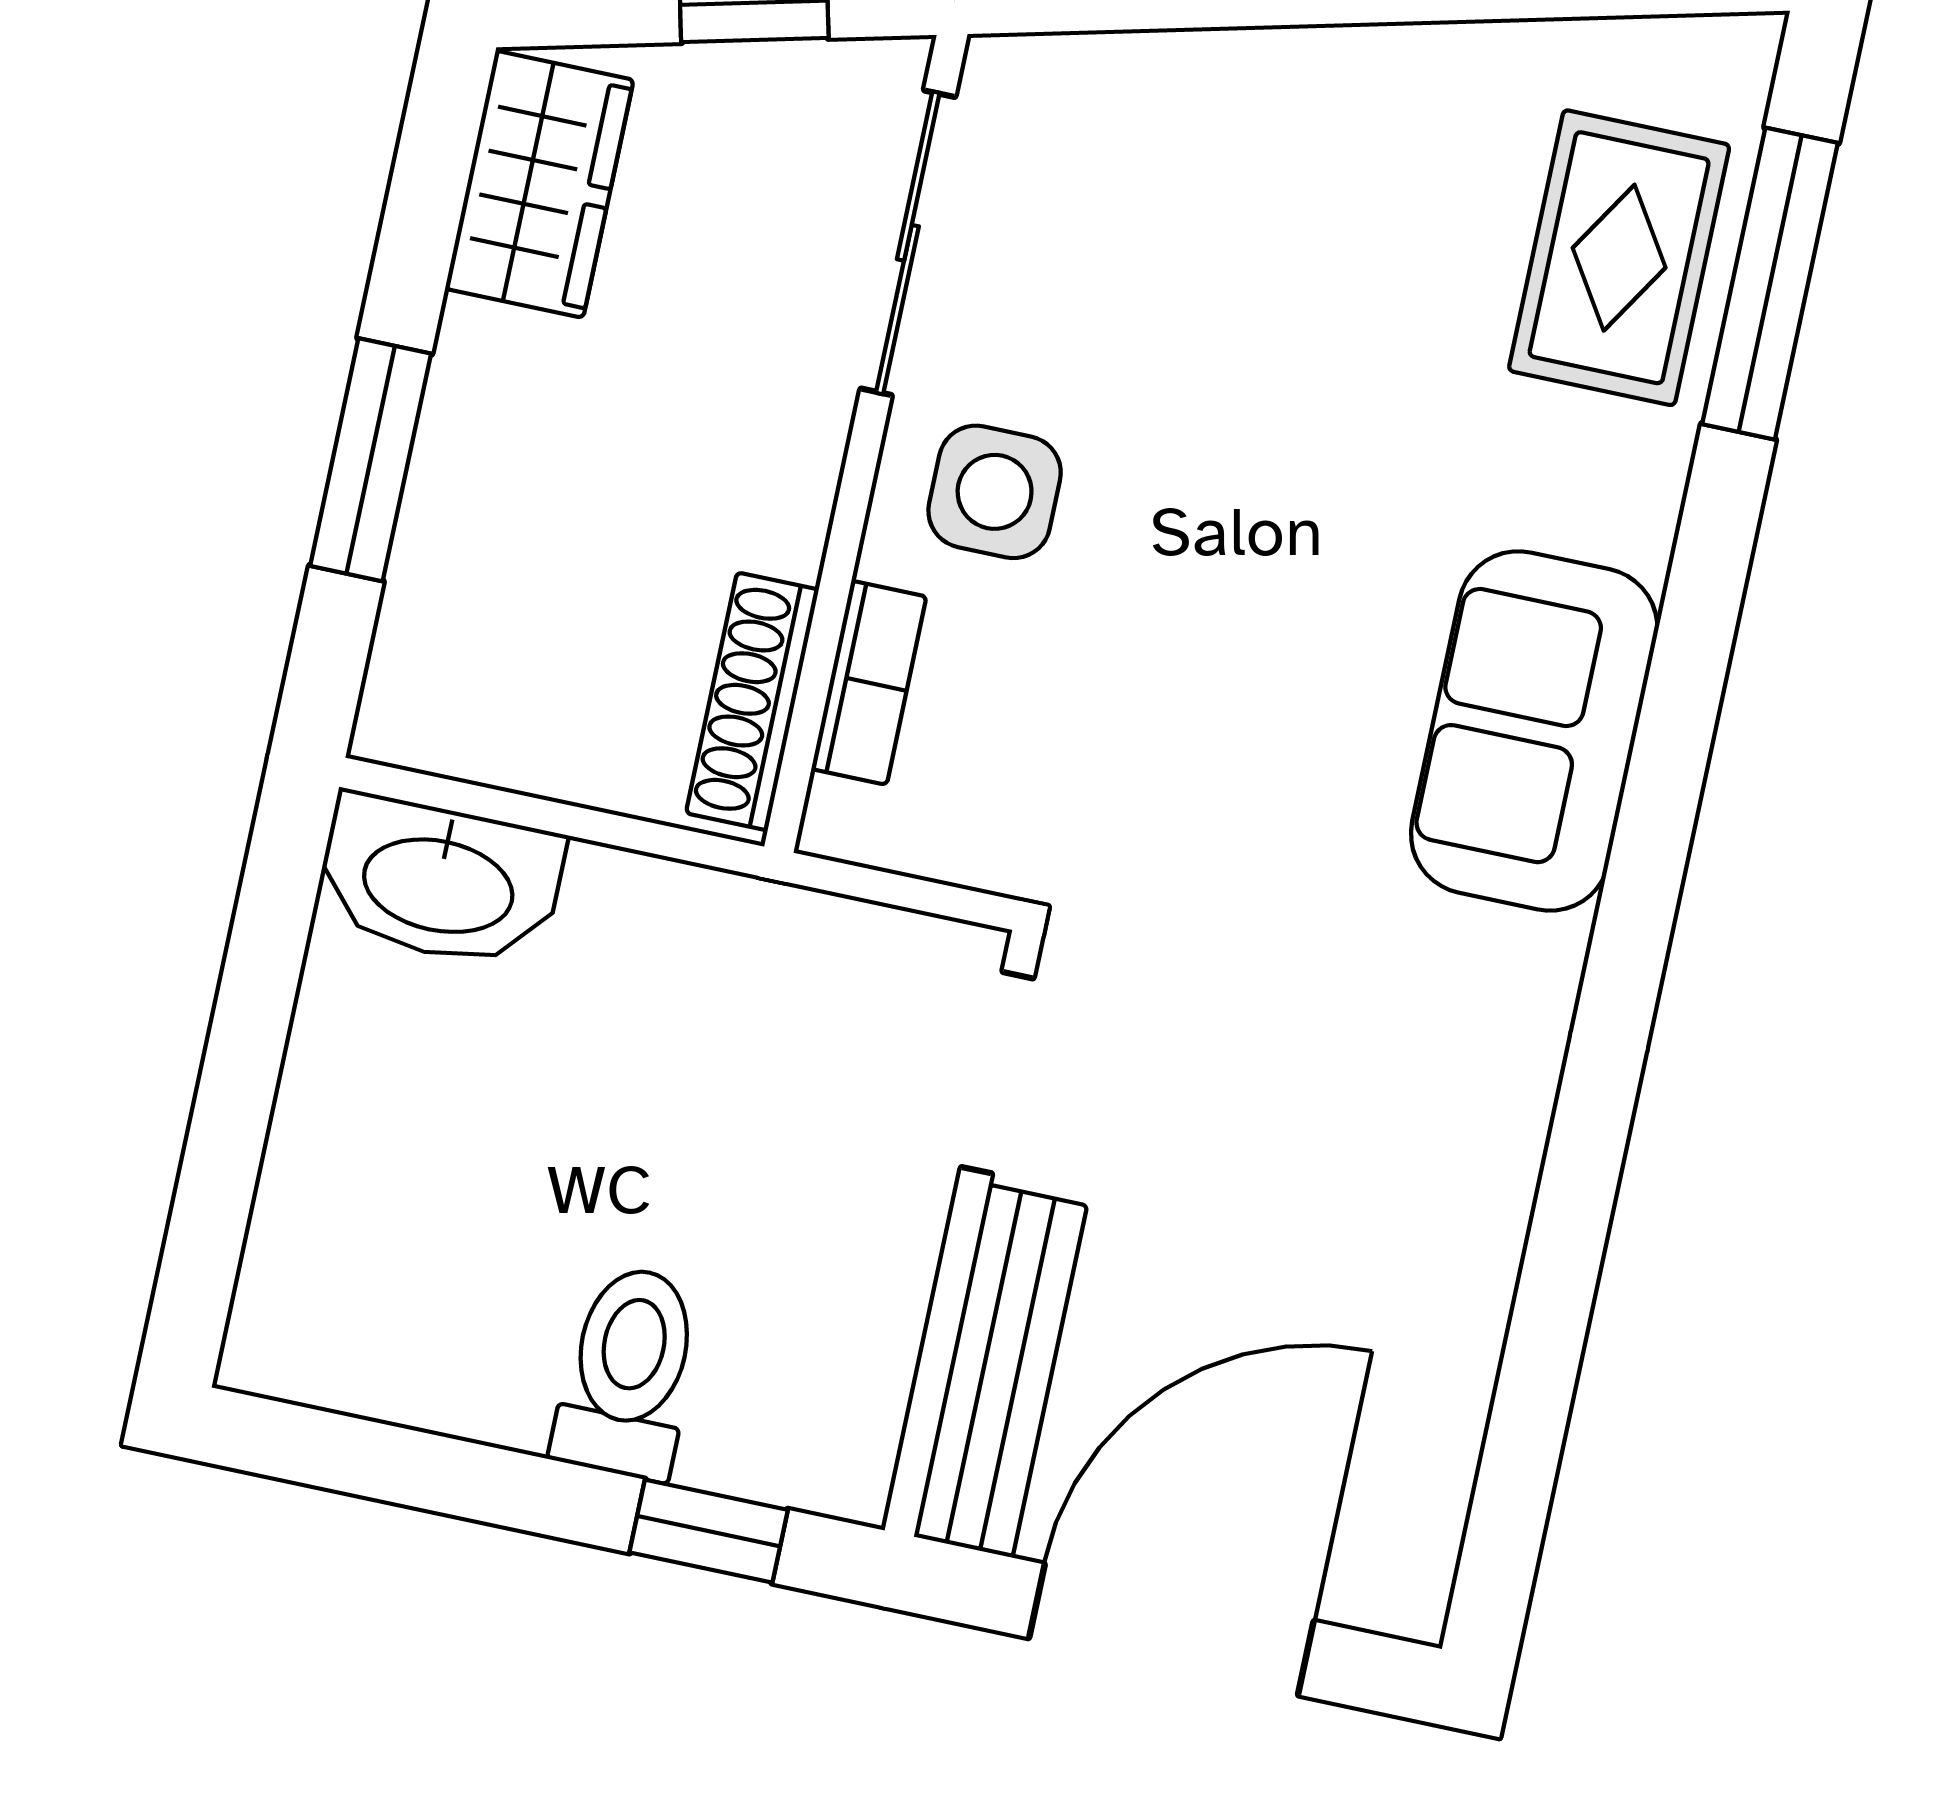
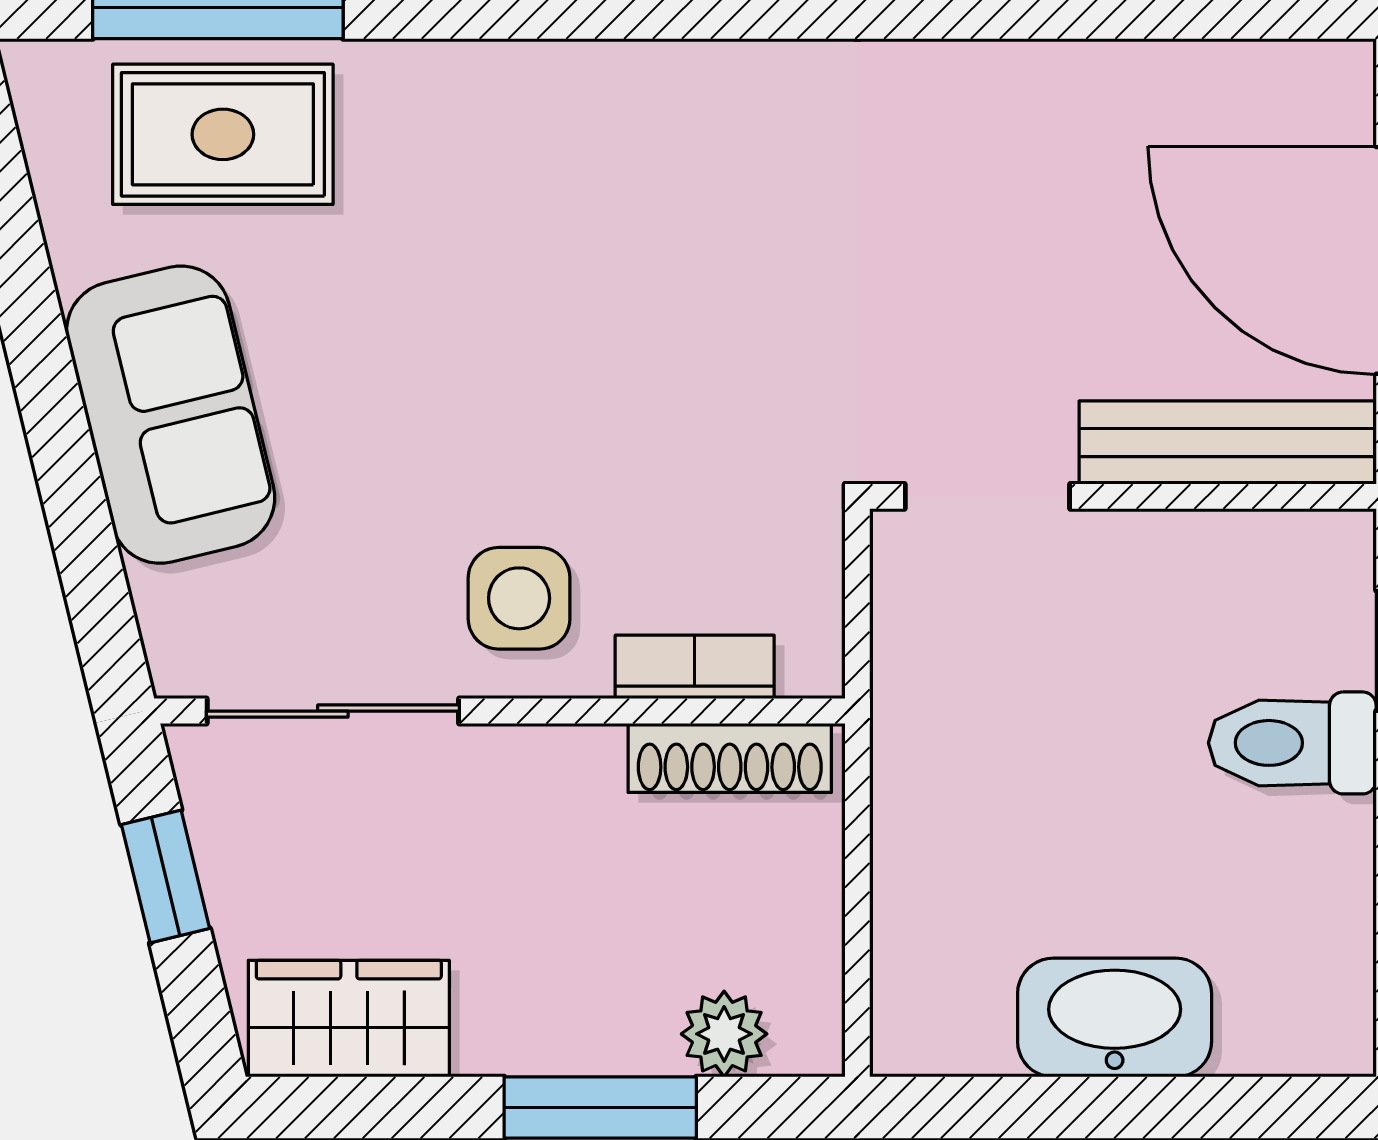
plant: (427, 625) -> (724, 1034), added
sofa: (1534, 731) -> (171, 415), moved, turned -104
washbasin: (439, 881) -> (1115, 1018), moved, turned -90

